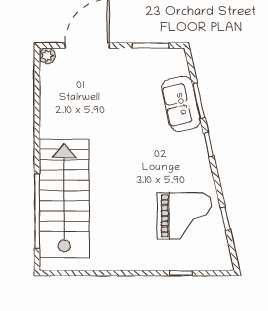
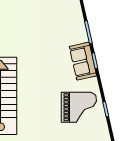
sofa: (181, 104) -> (83, 61), moved

